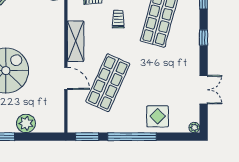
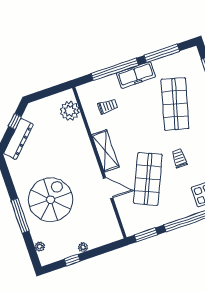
trolley: (118, 19) -> (179, 158), moved
plant: (26, 123) -> (83, 247), width x0.53, depth x0.53

